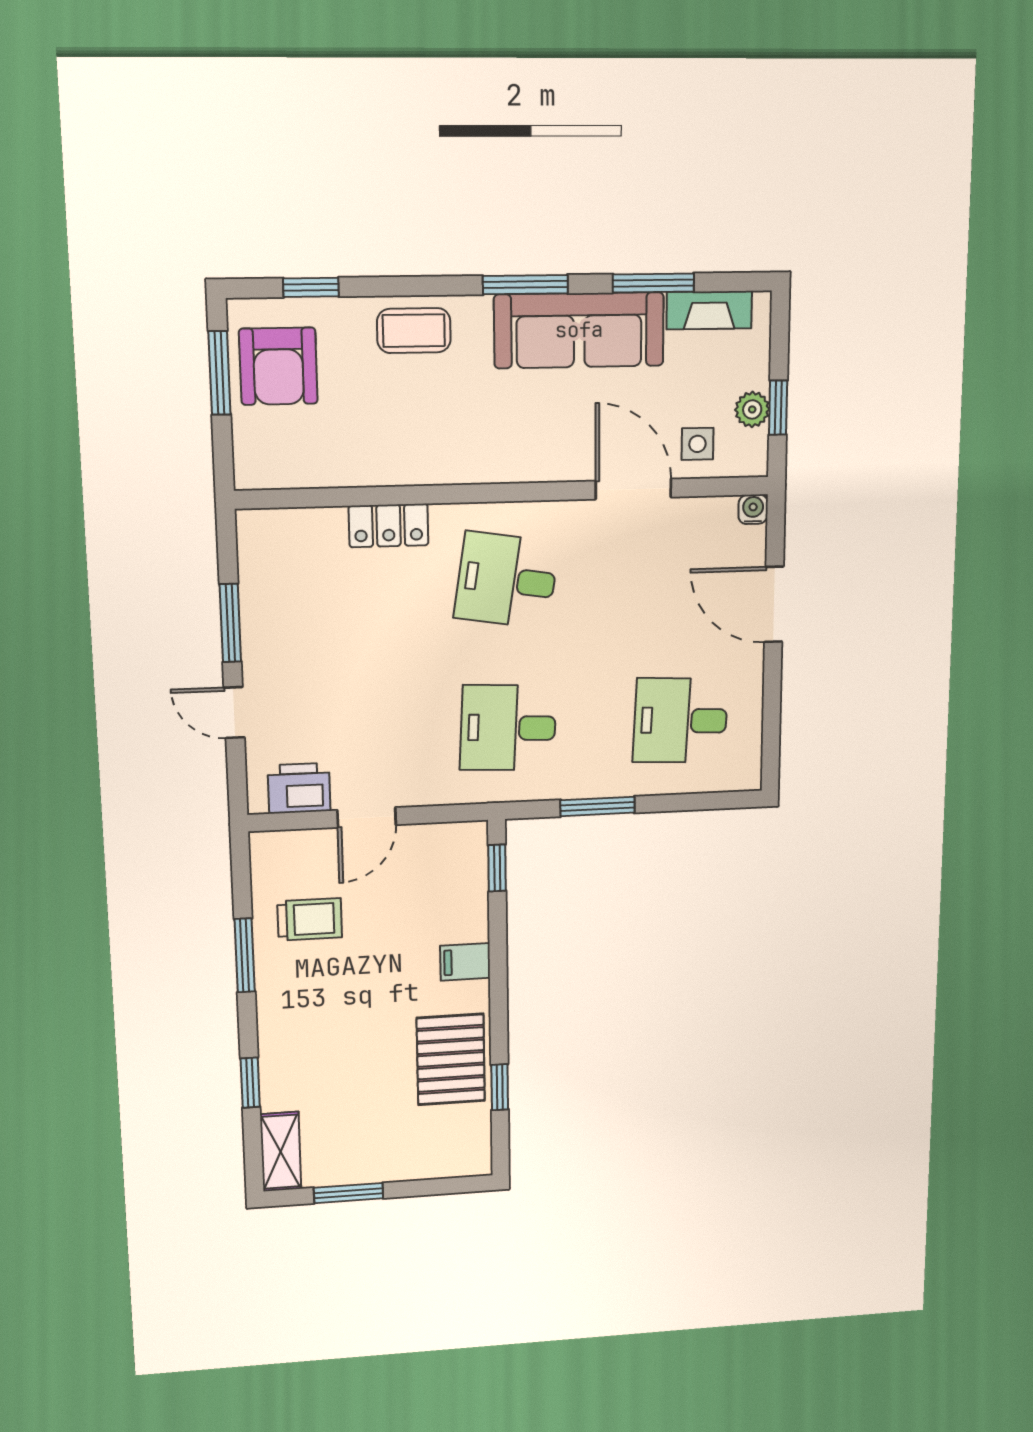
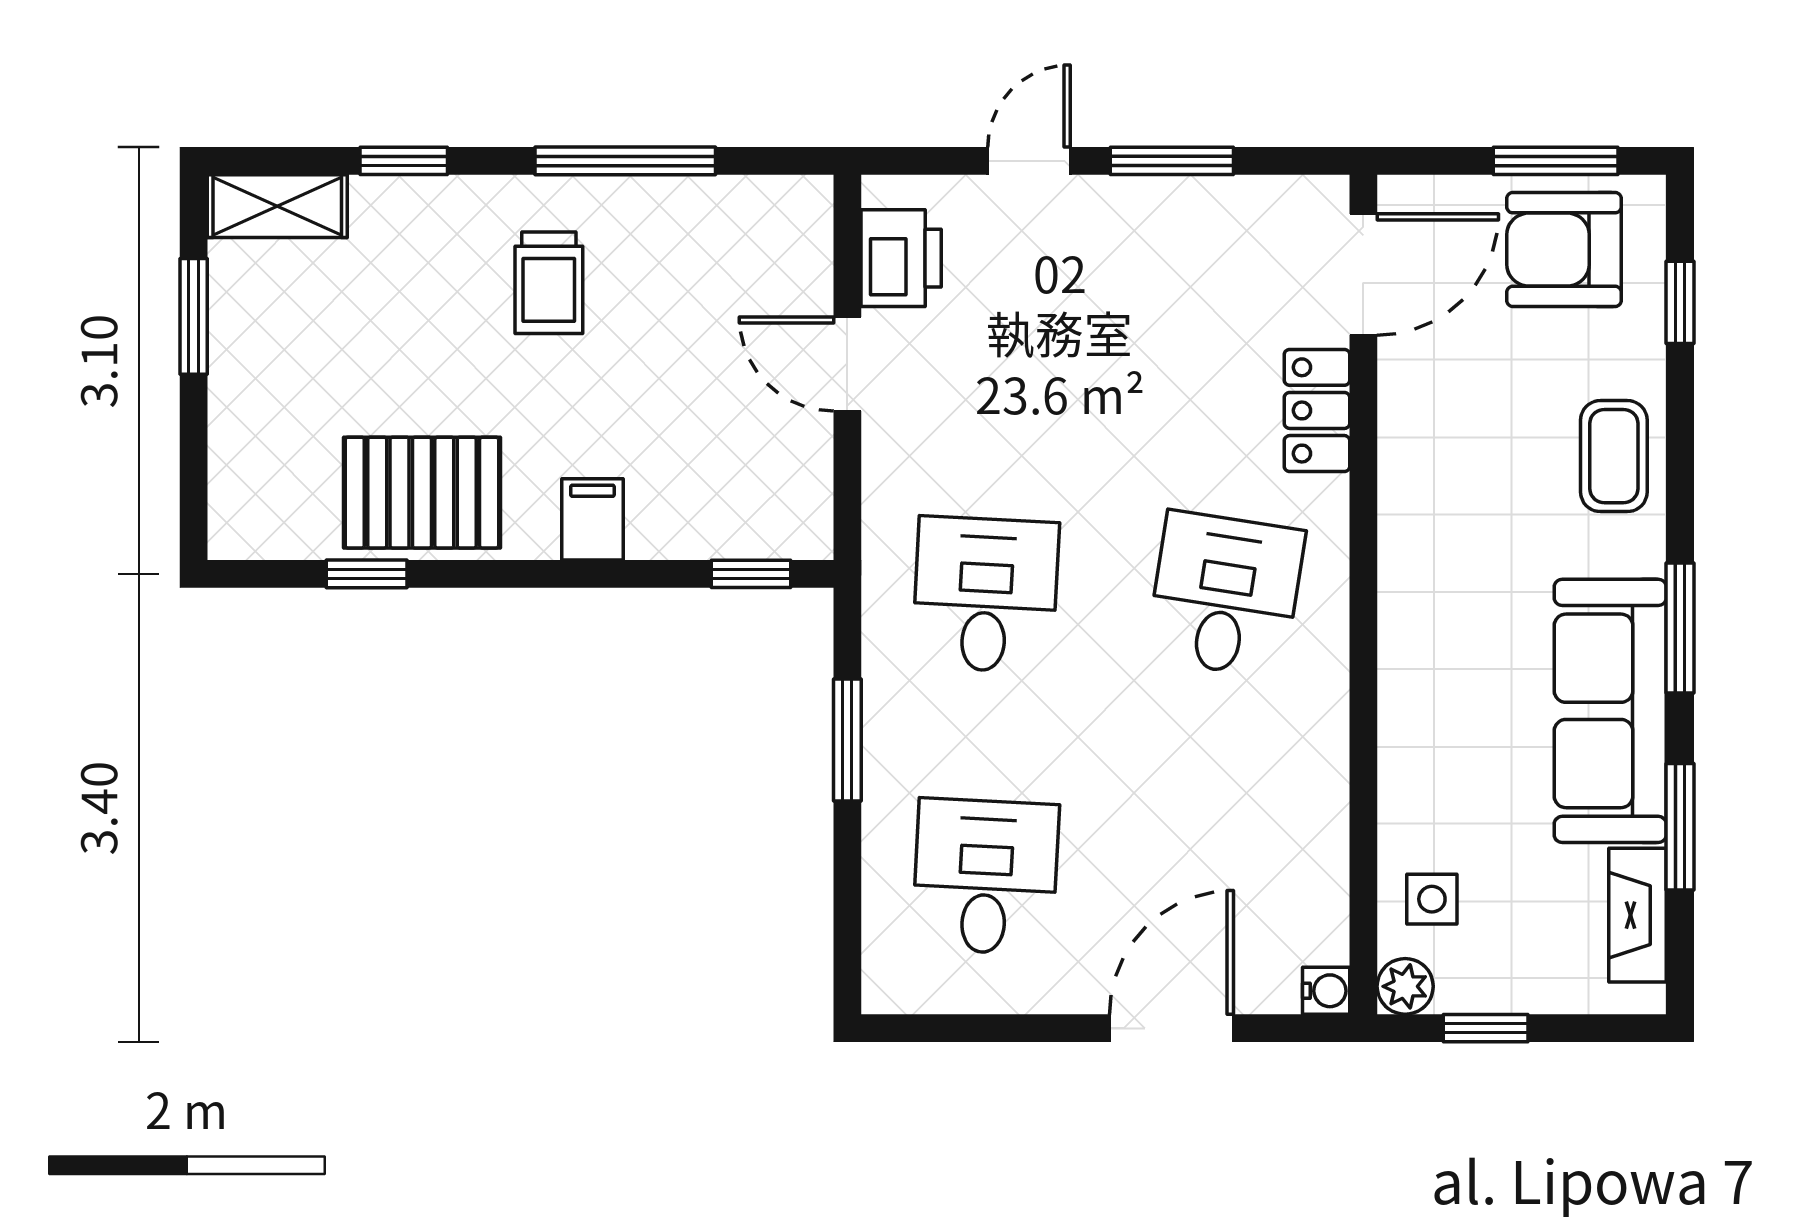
plant: (752, 409) -> (1405, 986), moved
door: (633, 489) -> (1363, 274), moved
trolley: (310, 919) -> (549, 283), moved
window: (245, 955) -> (625, 161), width x1.44

